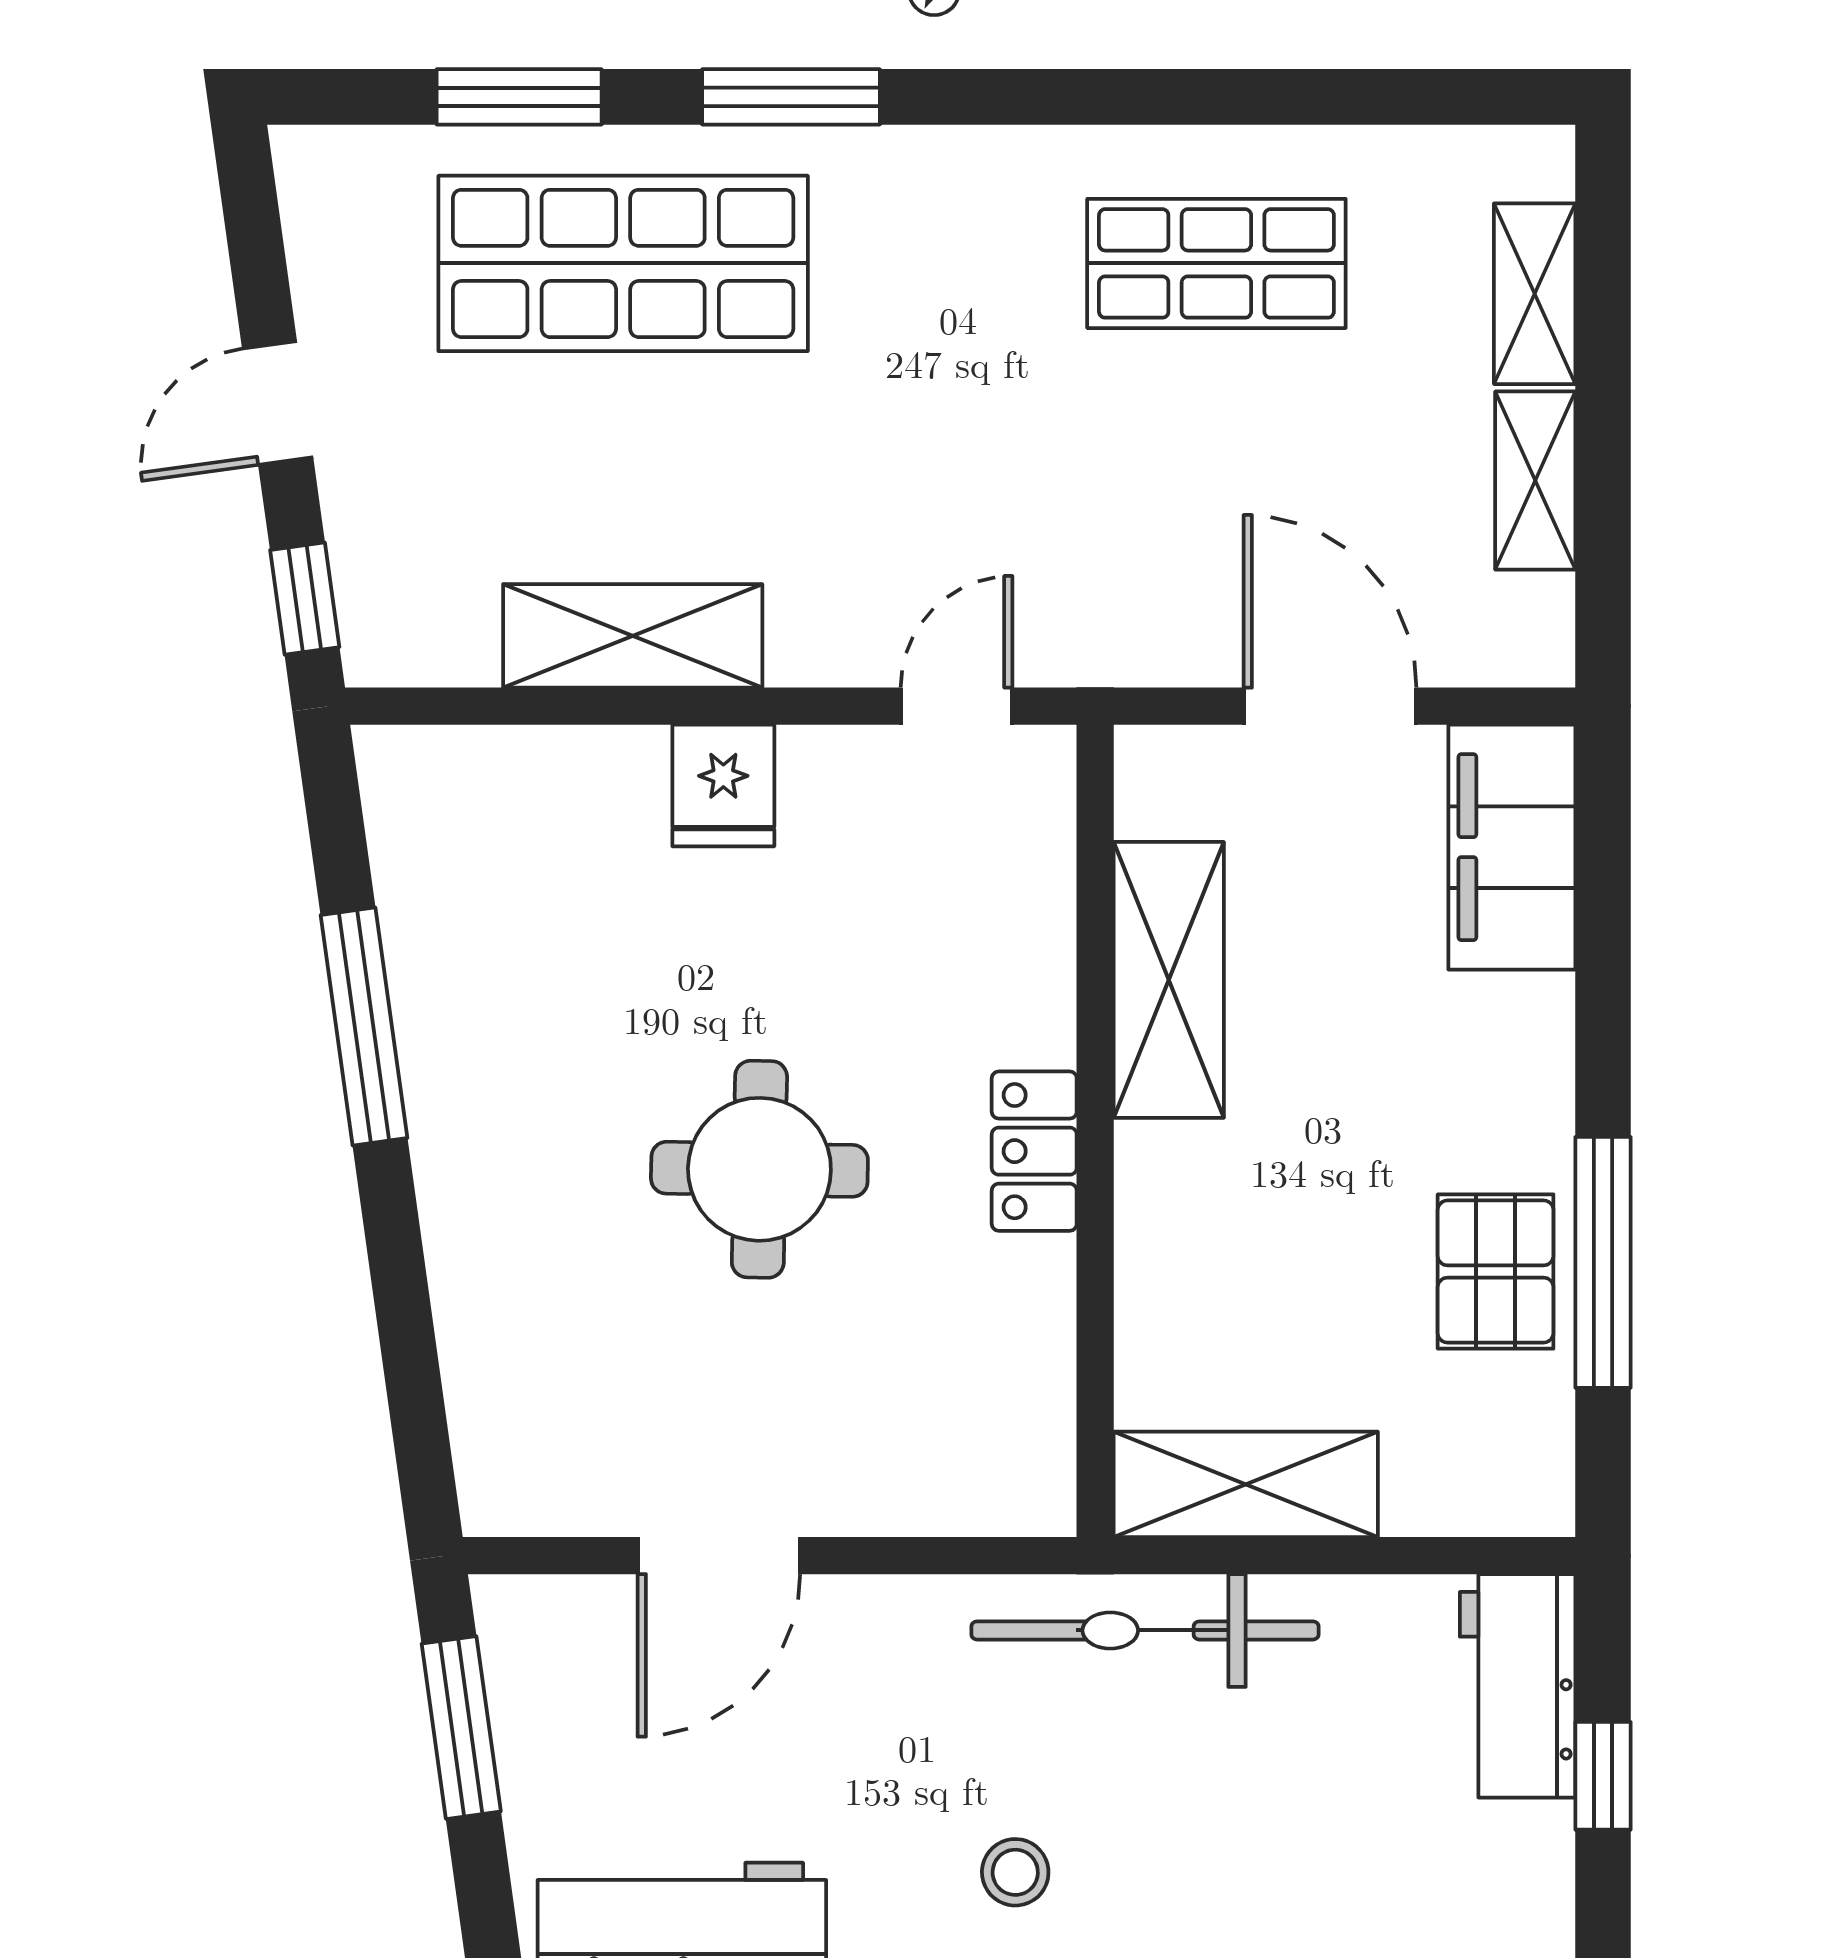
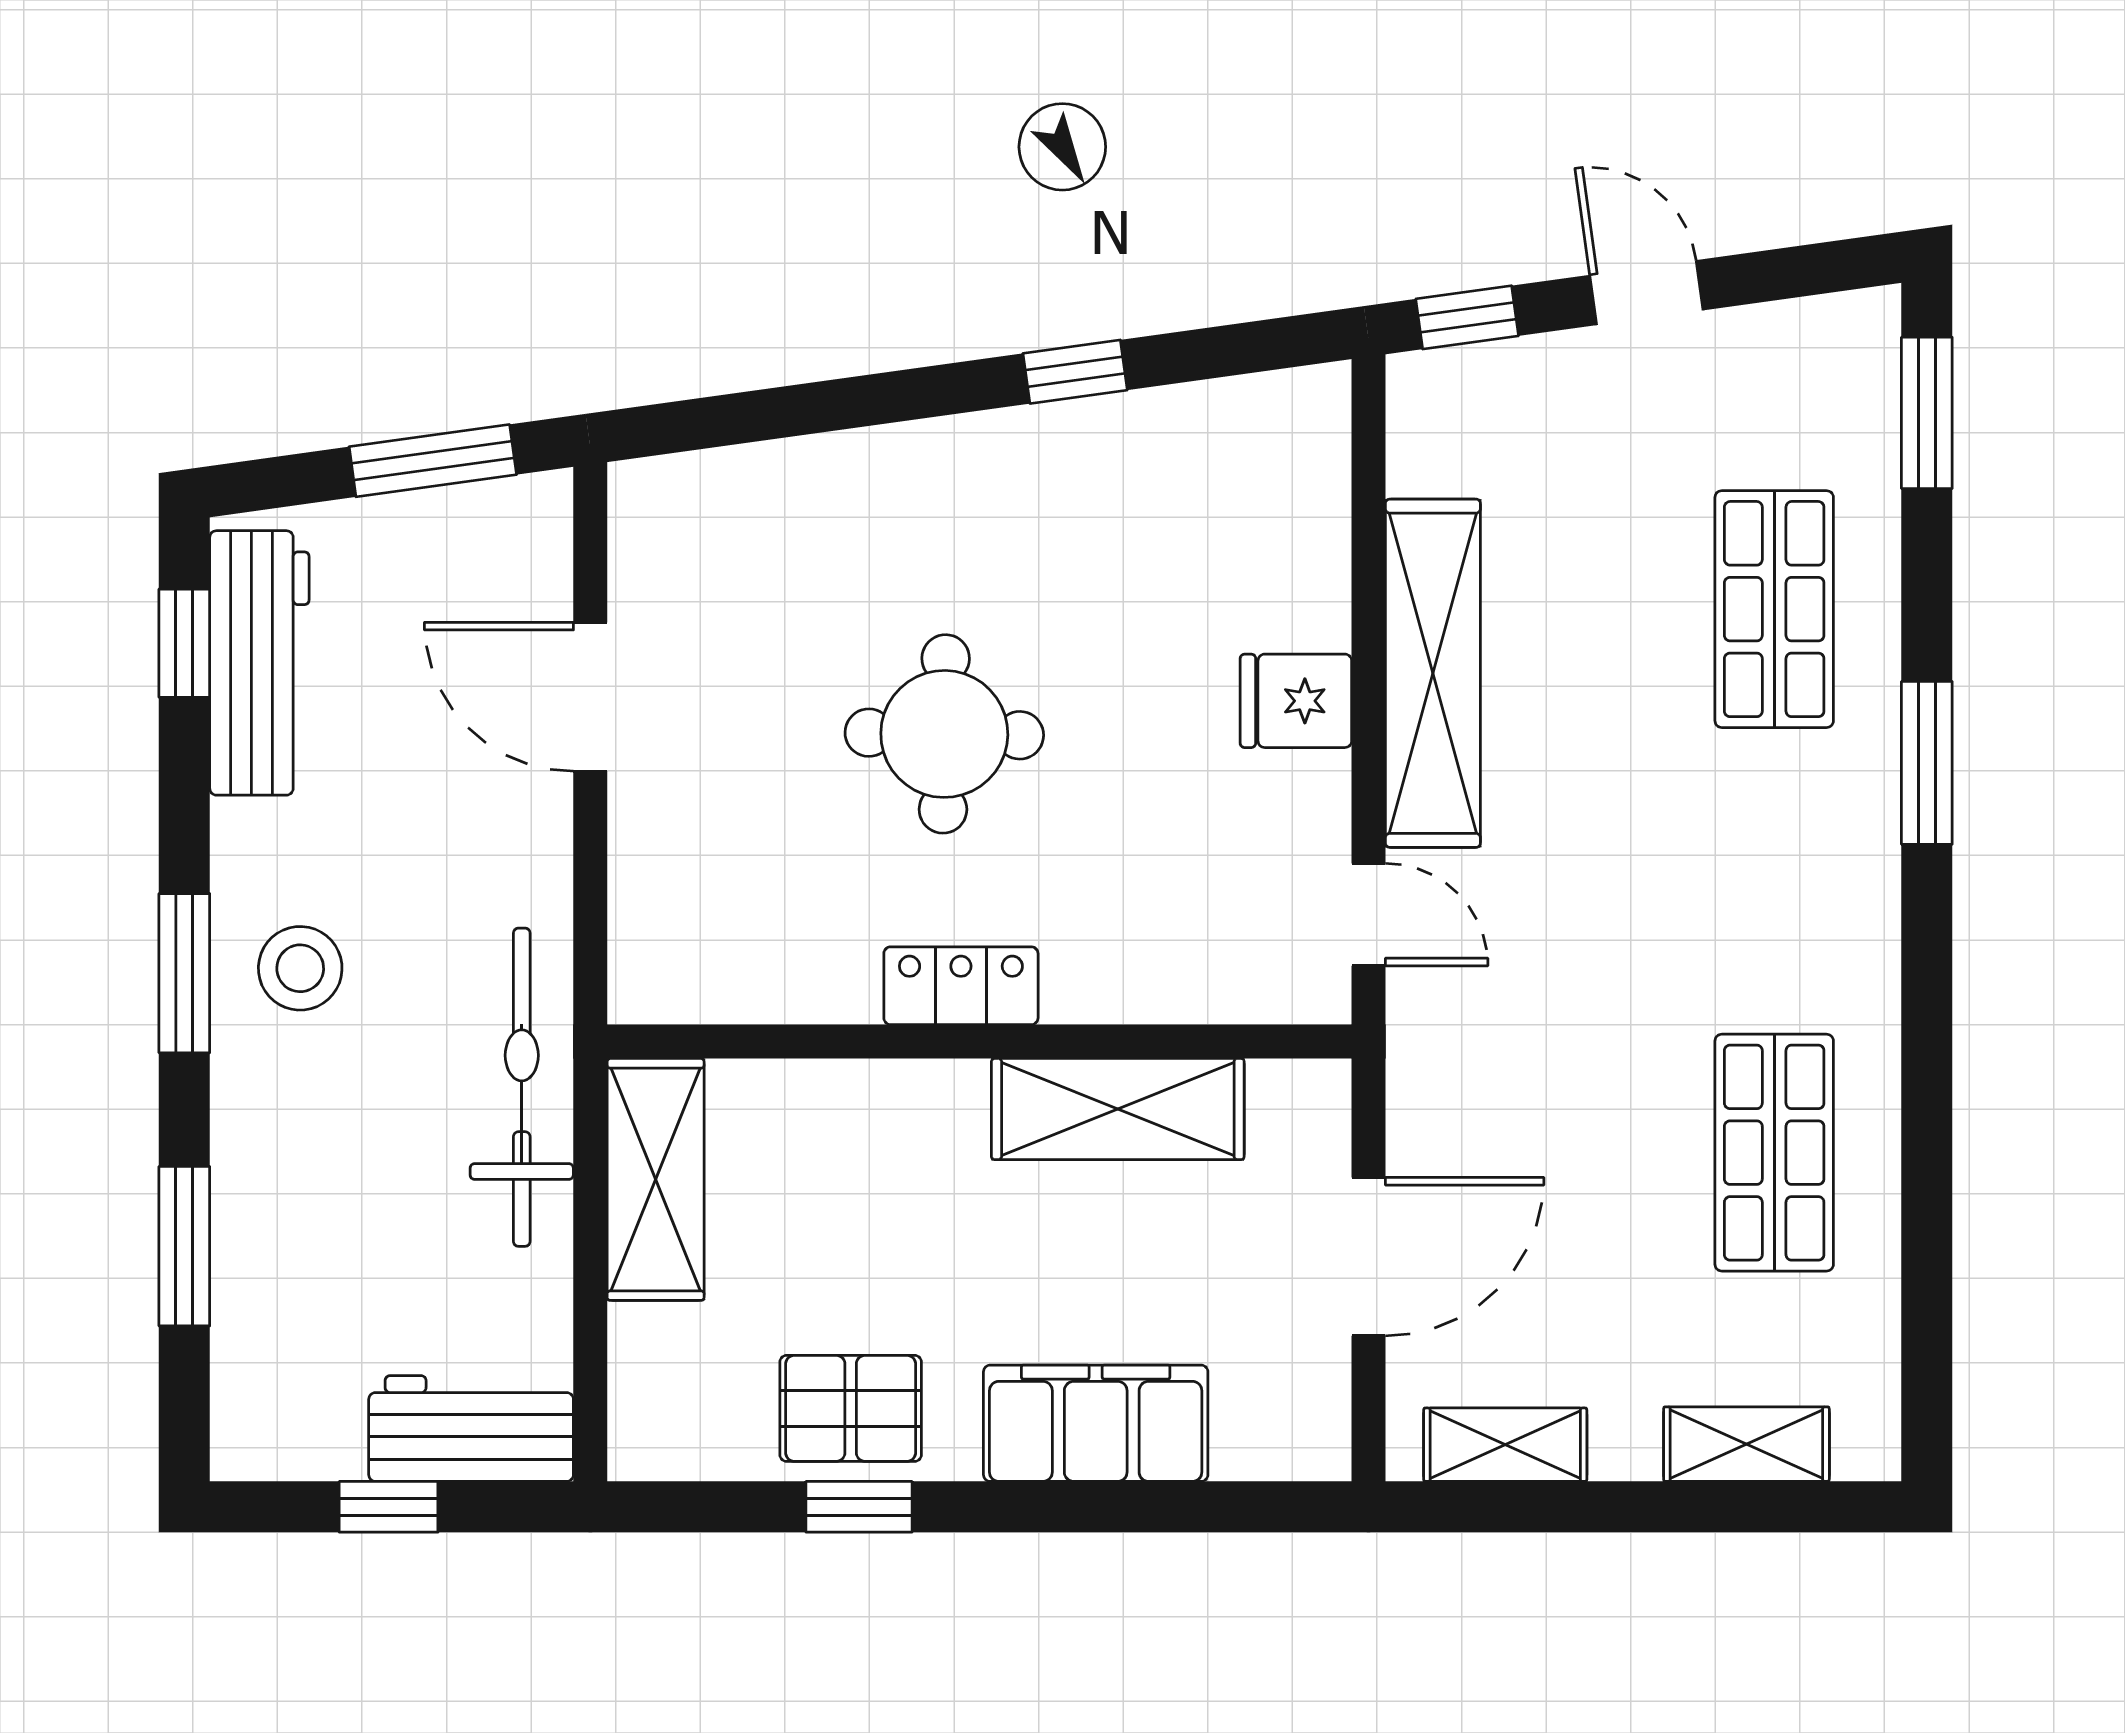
window: (519, 97) -> (1927, 413), moved
shop shelf: (623, 263) -> (1774, 609), width x0.70, depth x0.74
shelving: (1535, 481) -> (1505, 1445), moved
shelving: (633, 636) -> (1433, 673), width x1.47
filing cabinet: (1512, 847) -> (1096, 1423), moved
window: (364, 1027) -> (1075, 372), width x0.46
window: (1603, 1262) -> (859, 1507), width x0.46
stool: (1015, 1872) -> (300, 968), width x1.37, depth x1.37

